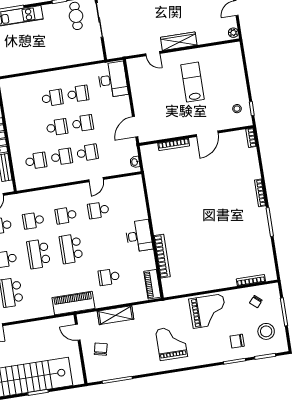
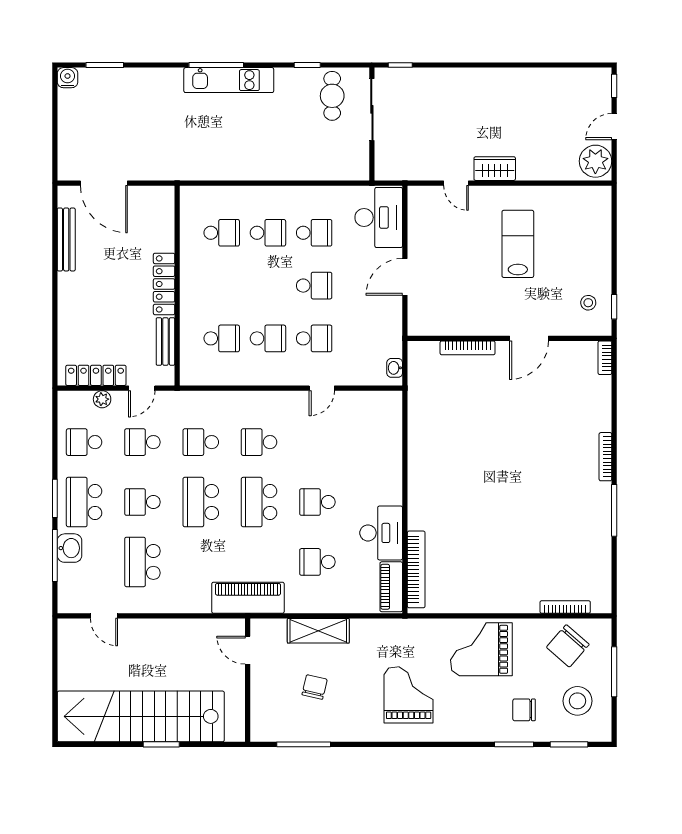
plant: (233, 33) -> (595, 161), width x1.88, depth x1.88
wardrobe: (179, 41) -> (495, 169), width x0.67
school desk: (57, 127) -> (222, 233), moved
door: (135, 127) -> (405, 277), moved
school desk: (98, 210) -> (317, 502), moved
desk: (139, 236) -> (381, 533), moved
bookcase: (162, 256) -> (416, 569), moved
chair: (256, 302) -> (568, 646), width x1.87, depth x1.87
grand piano: (208, 311) -> (481, 649), turned 180
chair: (101, 349) -> (315, 687), moved

